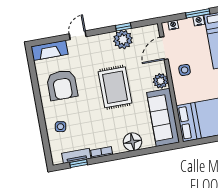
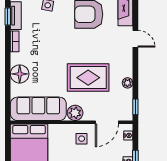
window: (123, 27) -> (135, 107), moved
plant: (123, 40) -> (127, 83), width x0.53, depth x0.53
door: (164, 48) -> (107, 122), swing flipped
rug: (115, 87) -> (88, 78), moved

